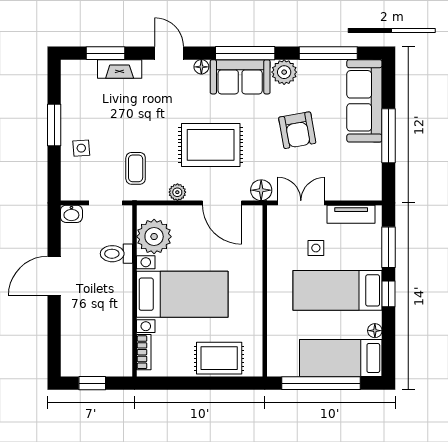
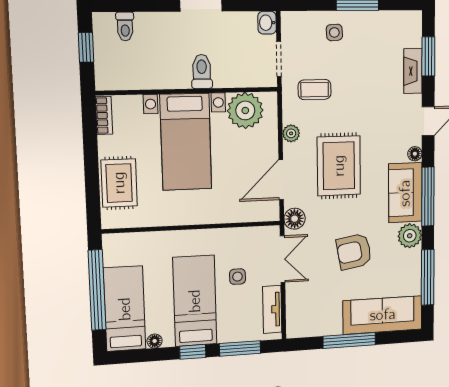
toilet: (116, 254) -> (202, 72), moved
toilet: (74, 347) -> (125, 26), added
bookcase: (144, 352) -> (104, 115), moved, turned -90

